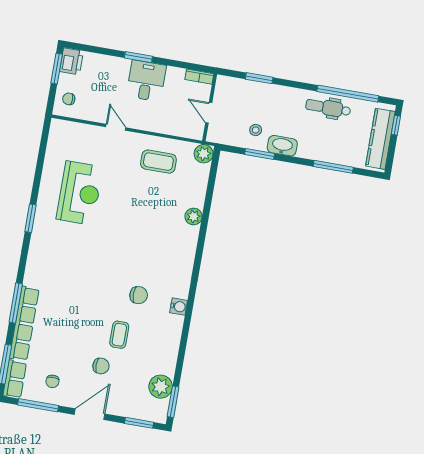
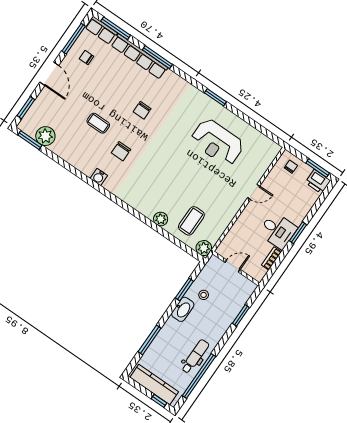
bookcase: (199, 77) -> (272, 259), moved
coffee table: (158, 162) -> (191, 221), moved
chair: (101, 366) -> (142, 110), moved

